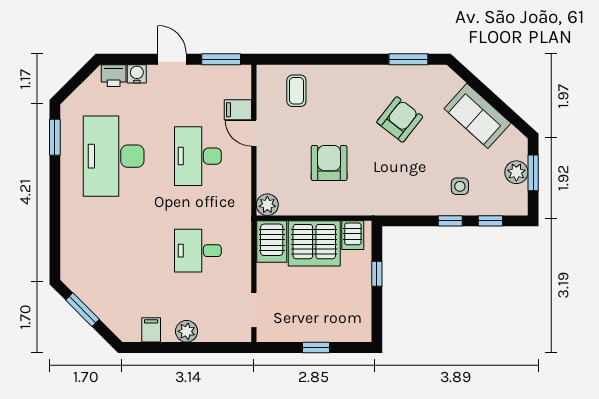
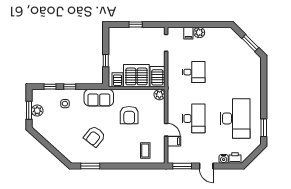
sofa: (477, 116) -> (99, 98), moved, turned 138
filing cabinet: (151, 330) -> (188, 33), moved

